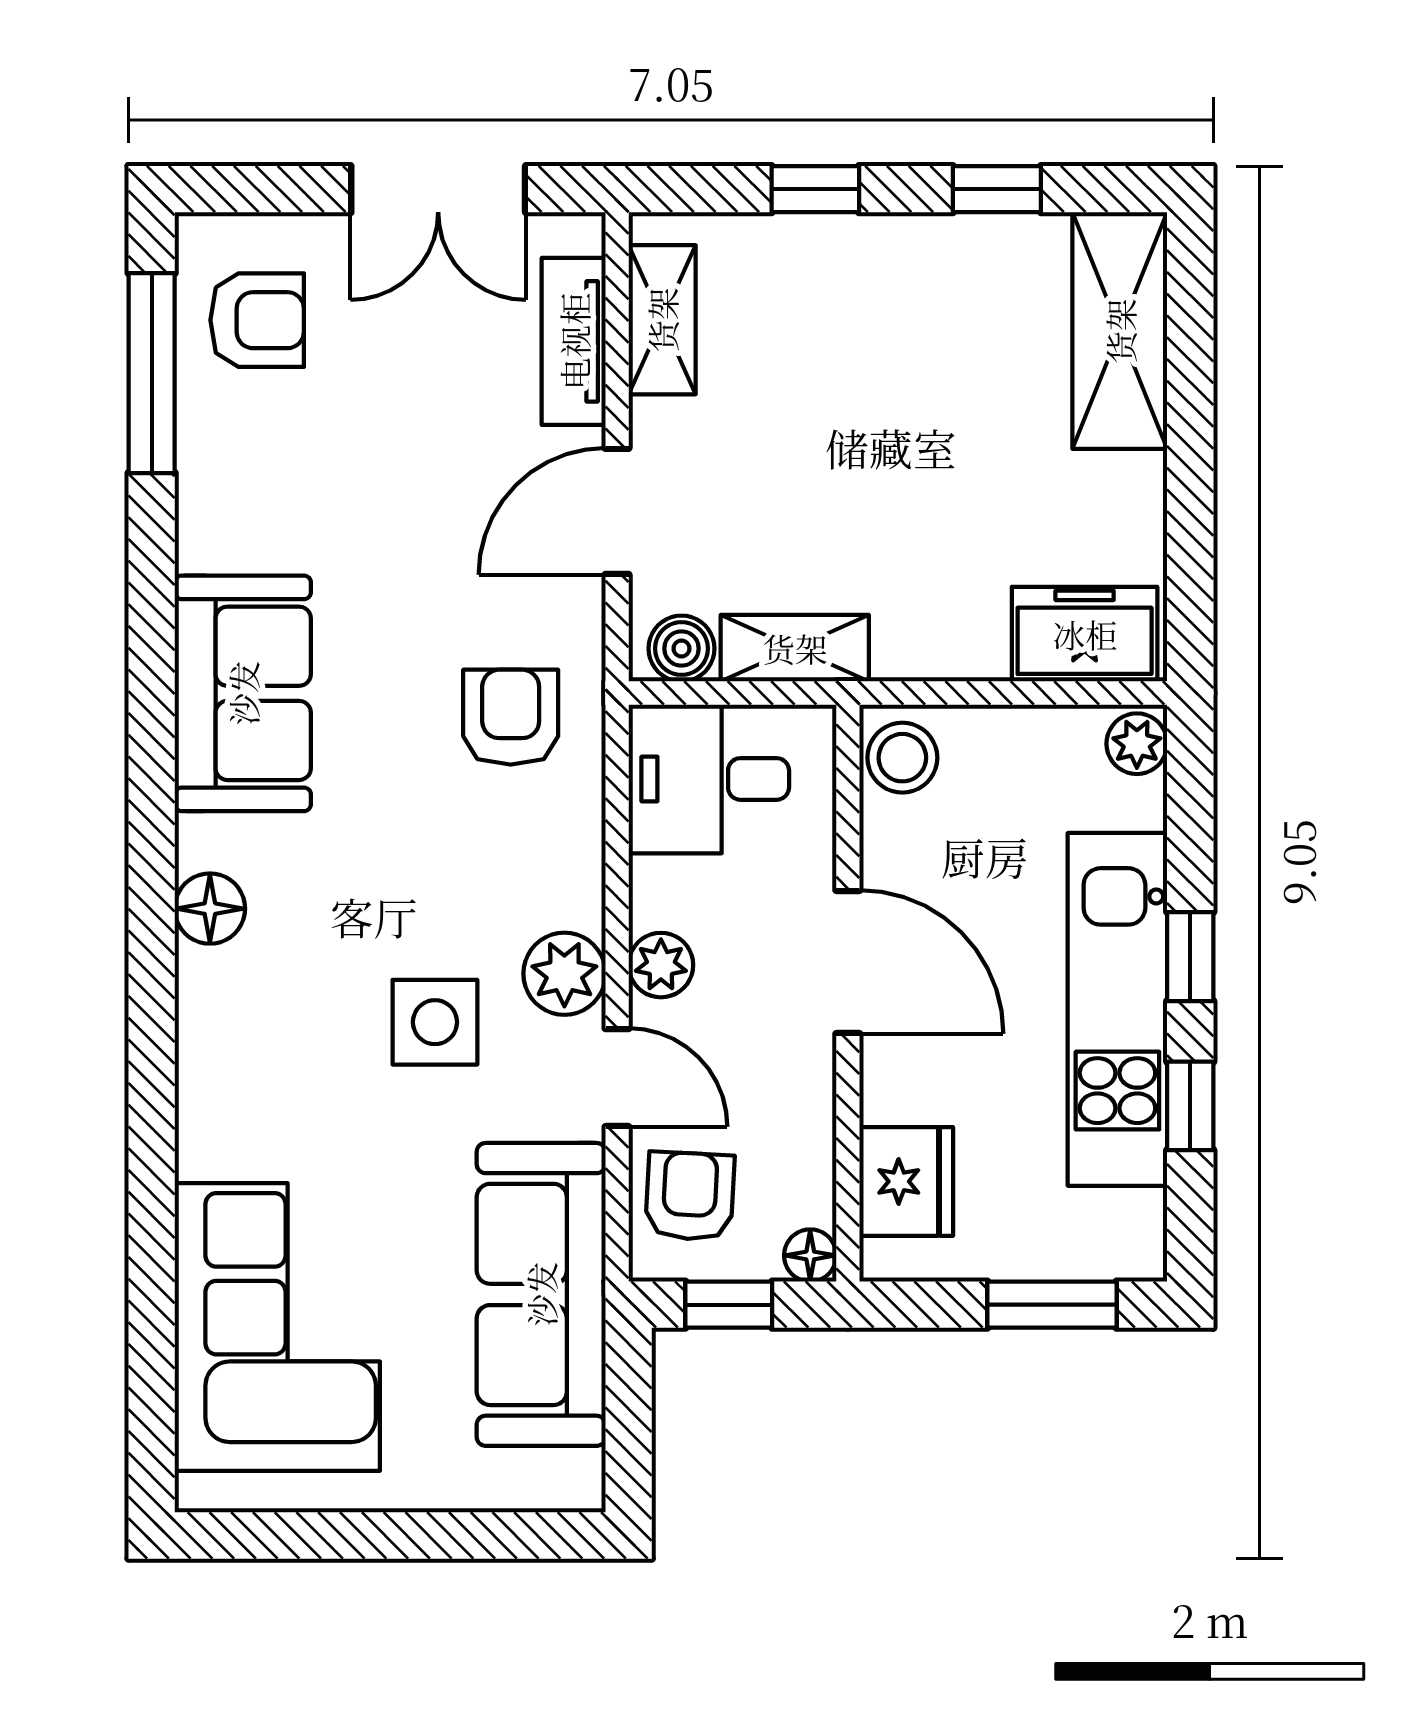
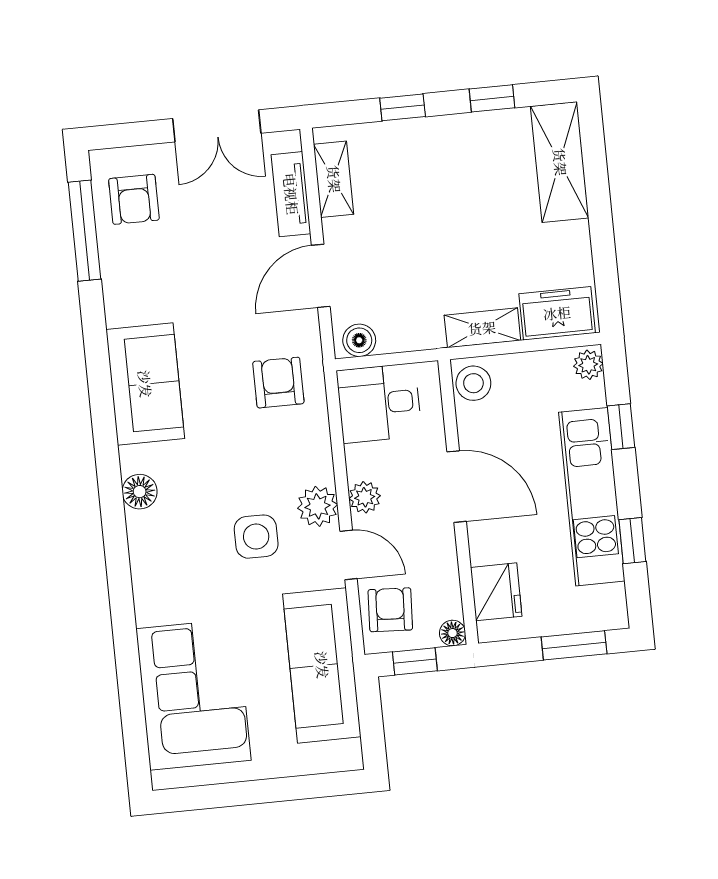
armchair: (257, 320) -> (134, 199), turned 90
shelving: (795, 648) -> (482, 328), moved
window: (1190, 957) -> (621, 427), moved

